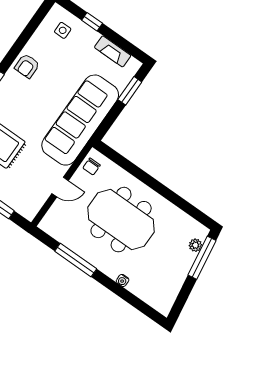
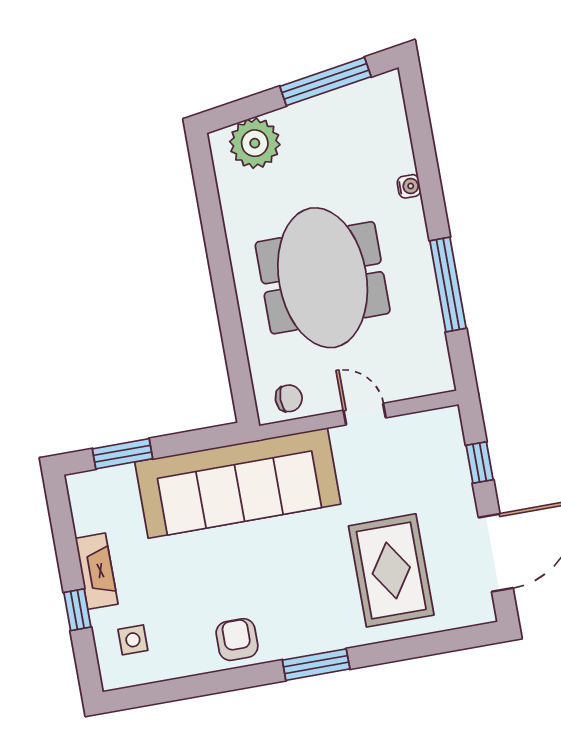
fireplace: (113, 51) -> (97, 571), moved
armchair: (27, 66) -> (237, 640), turned -90
plant: (195, 245) -> (255, 143), width x1.88, depth x1.88
window: (202, 258) -> (325, 81), moved

